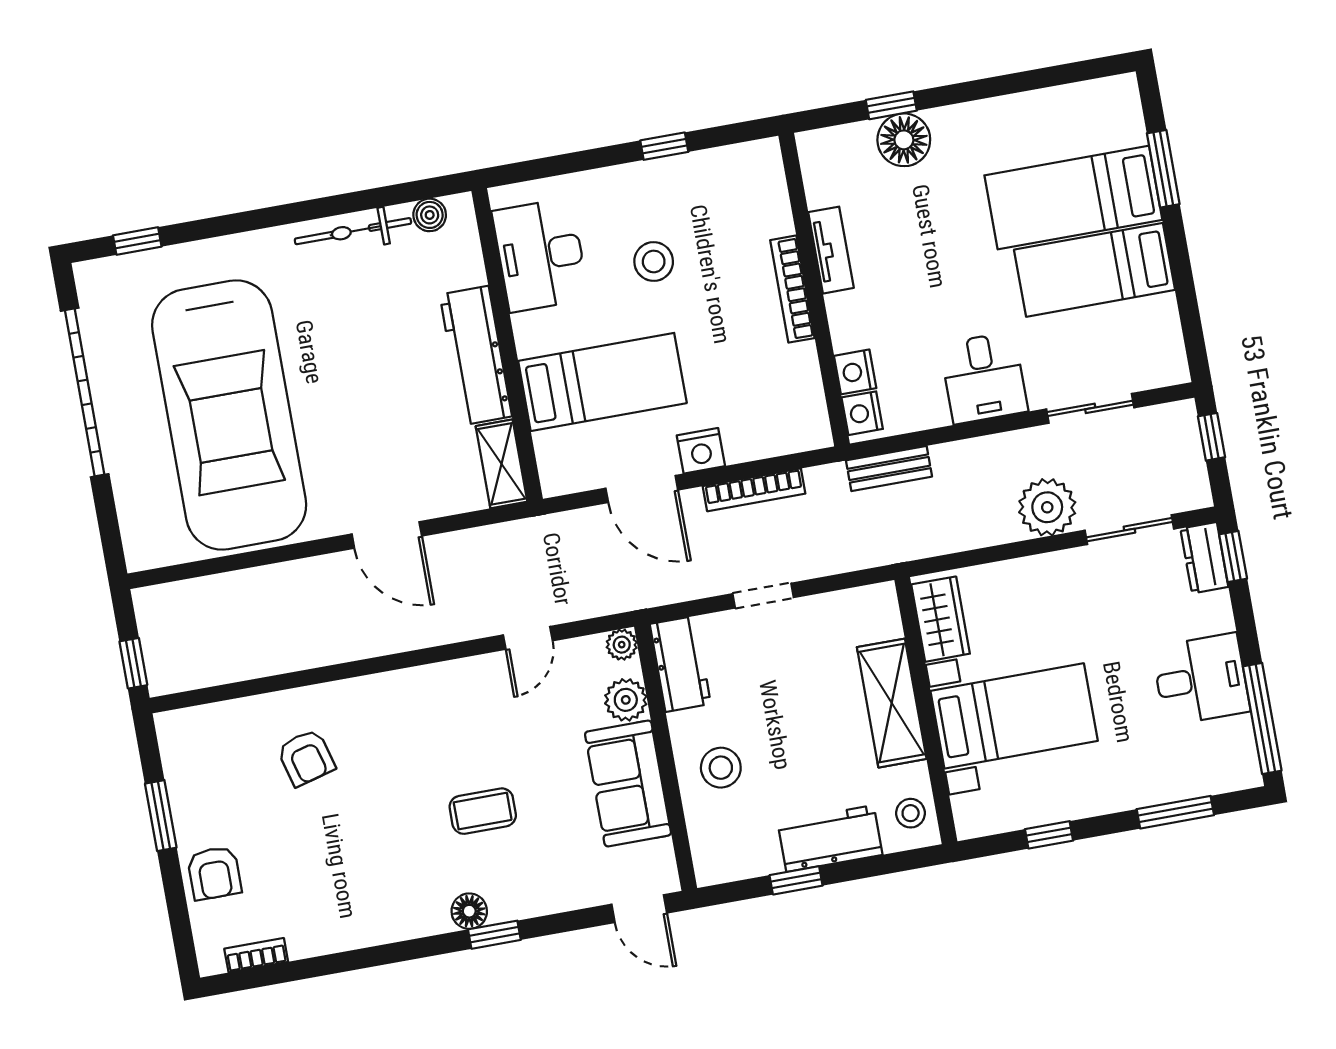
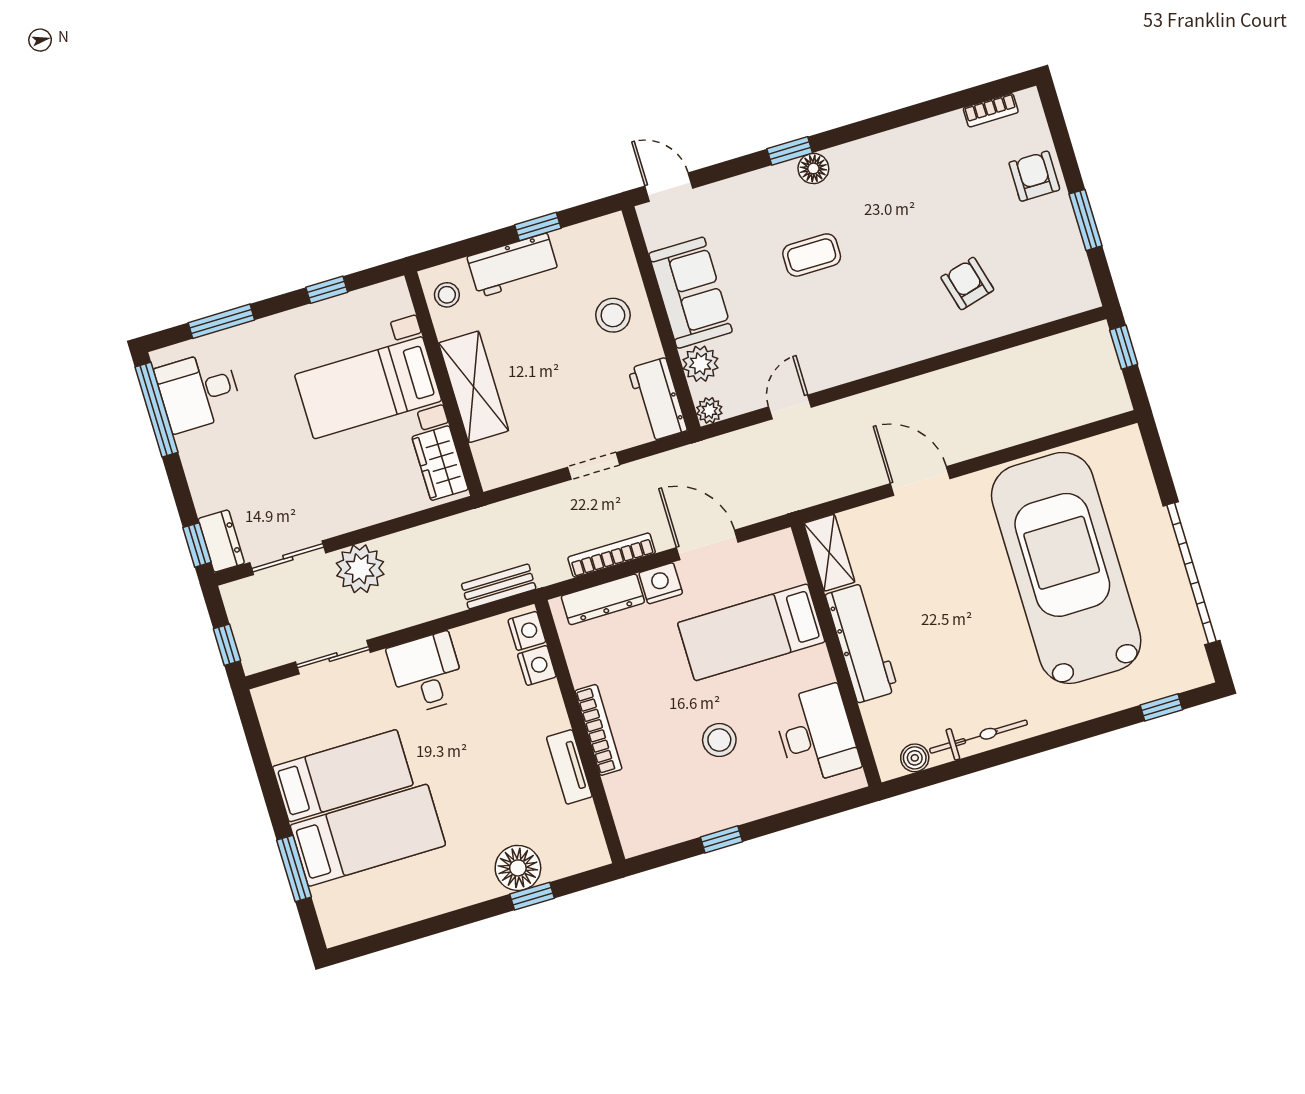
dresser: (770, 440) -> (603, 599), added
desk: (1201, 679) -> (199, 391), moved

